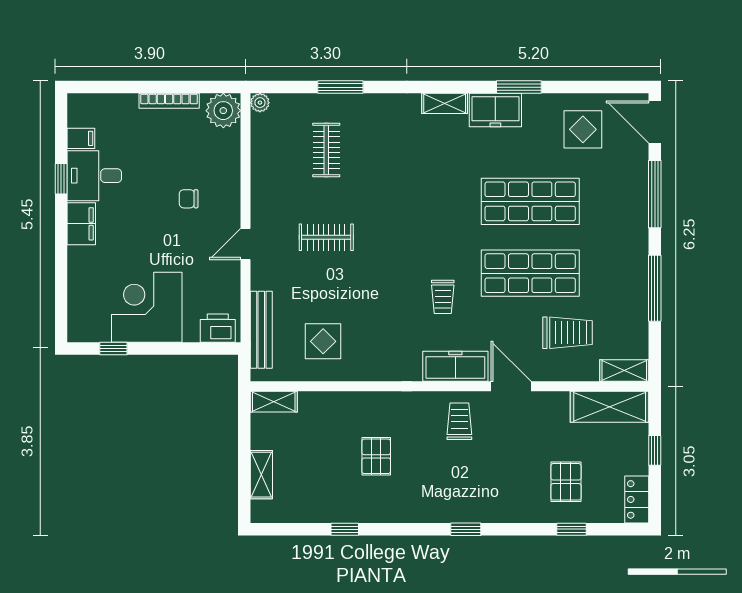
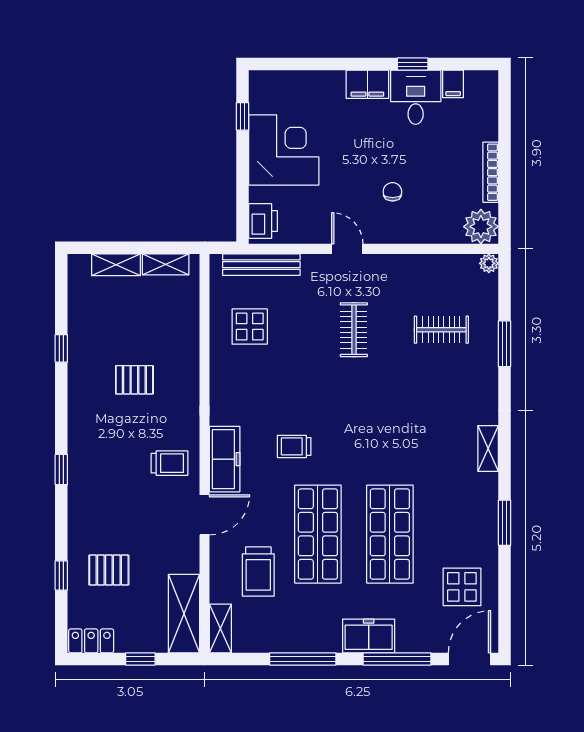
freezer: (495, 110) -> (369, 636), moved, turned 90
shelving: (274, 402) -> (166, 264), moved, turned 90

